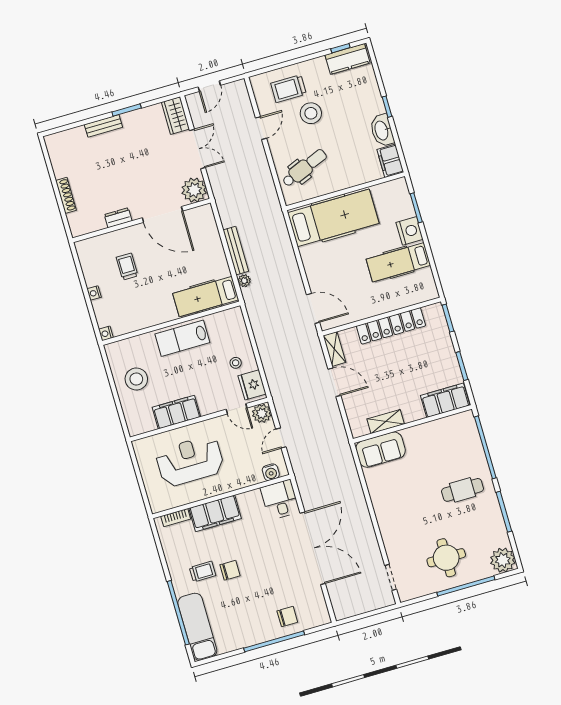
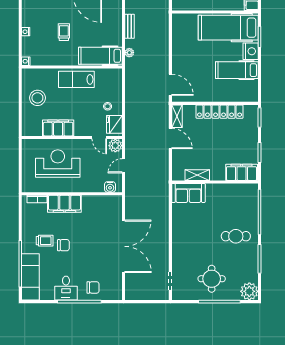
hospital bed: (333, 218) -> (228, 28), moved, turned 180
bench: (236, 251) -> (129, 26), width x0.73
trolley: (127, 267) -> (64, 32), moved
desk: (280, 500) -> (66, 288), moved, turned 180

